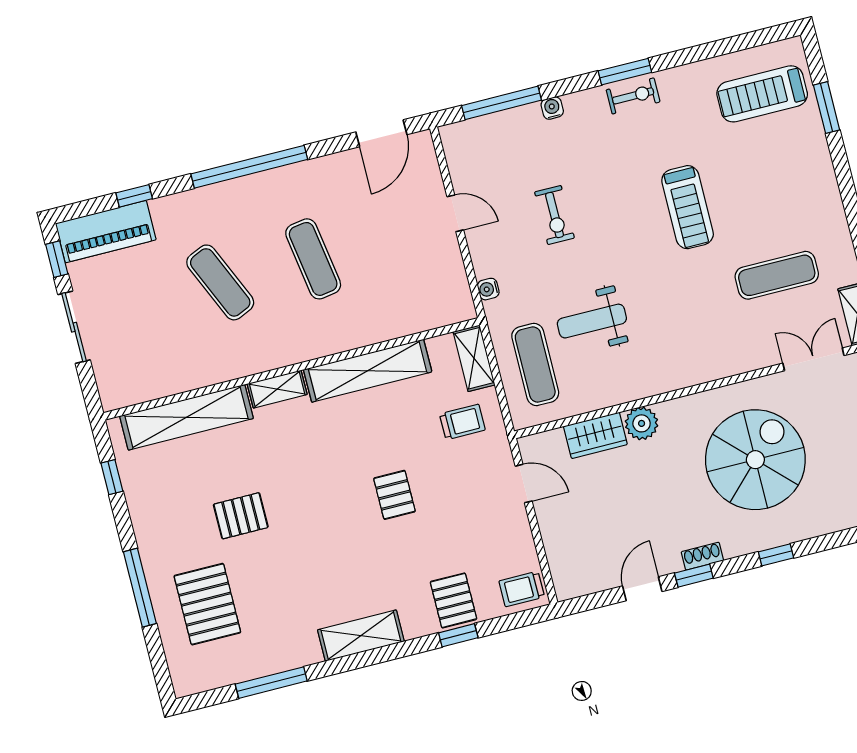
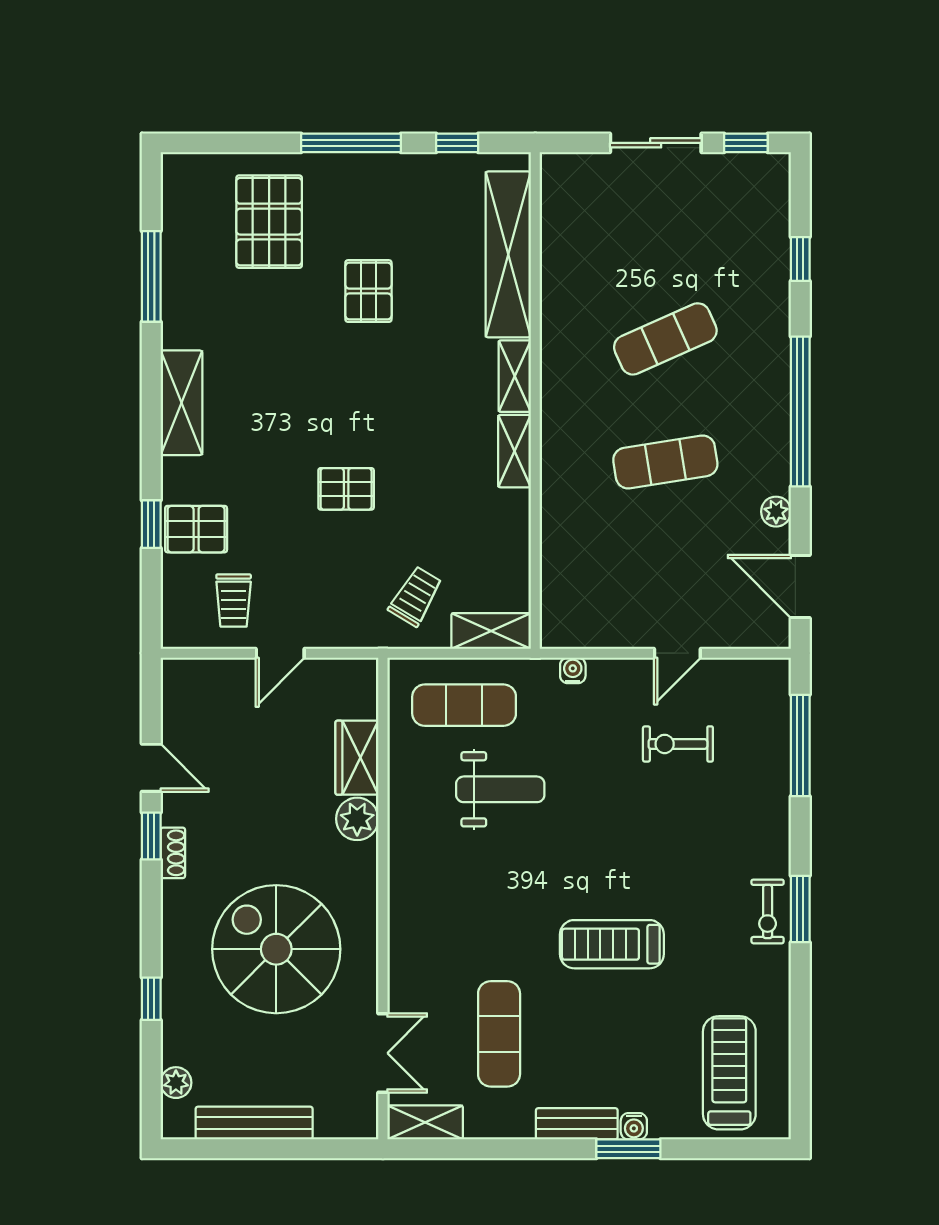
water cooler: (552, 108) -> (634, 1126), moved, turned 90
window: (827, 108) -> (628, 1149), moved
plant: (329, 166) -> (776, 512), added
bench: (830, 199) -> (577, 1124), added
exercise bike: (554, 215) -> (678, 744), moved
piano: (106, 232) -> (765, 212), removed
weight bench: (592, 321) -> (500, 789), turned 90
shelving: (368, 371) -> (515, 451), width x0.45, depth x0.75
trolley: (462, 422) -> (415, 596), turned -149
spiral stairs: (755, 460) -> (276, 949), turned 180
door: (524, 484) -> (280, 653), moved
window: (776, 555) -> (151, 999), moved
window: (140, 588) -> (351, 143), moved
trolley: (522, 589) -> (234, 600), moved, turned 180
pallet: (207, 604) -> (269, 222), turned 90

